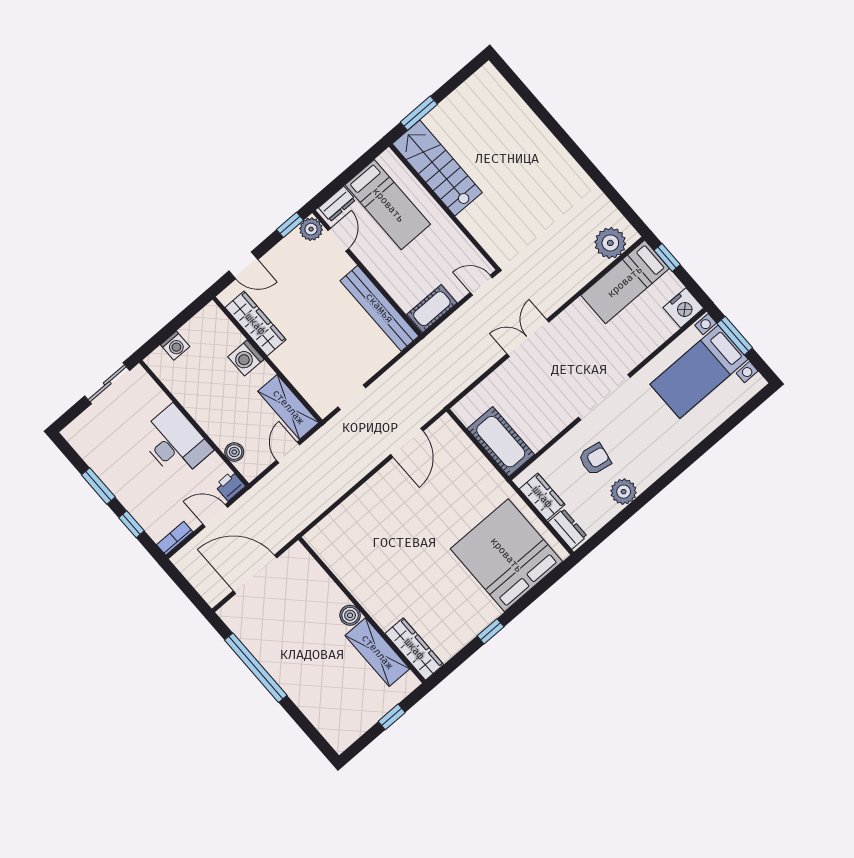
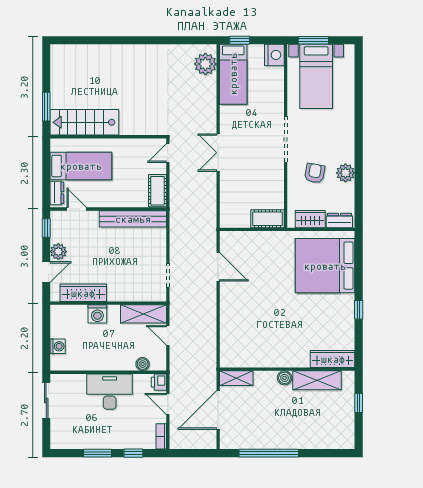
plant: (311, 229) -> (58, 252), moved
cot: (501, 442) -> (267, 219), width x0.73, depth x0.75
door: (215, 516) -> (168, 404), hinge flipped
shelving: (305, 564) -> (236, 378), added

